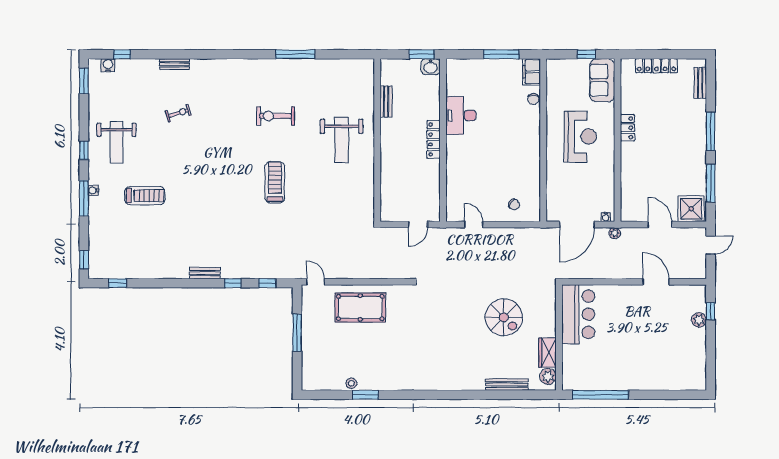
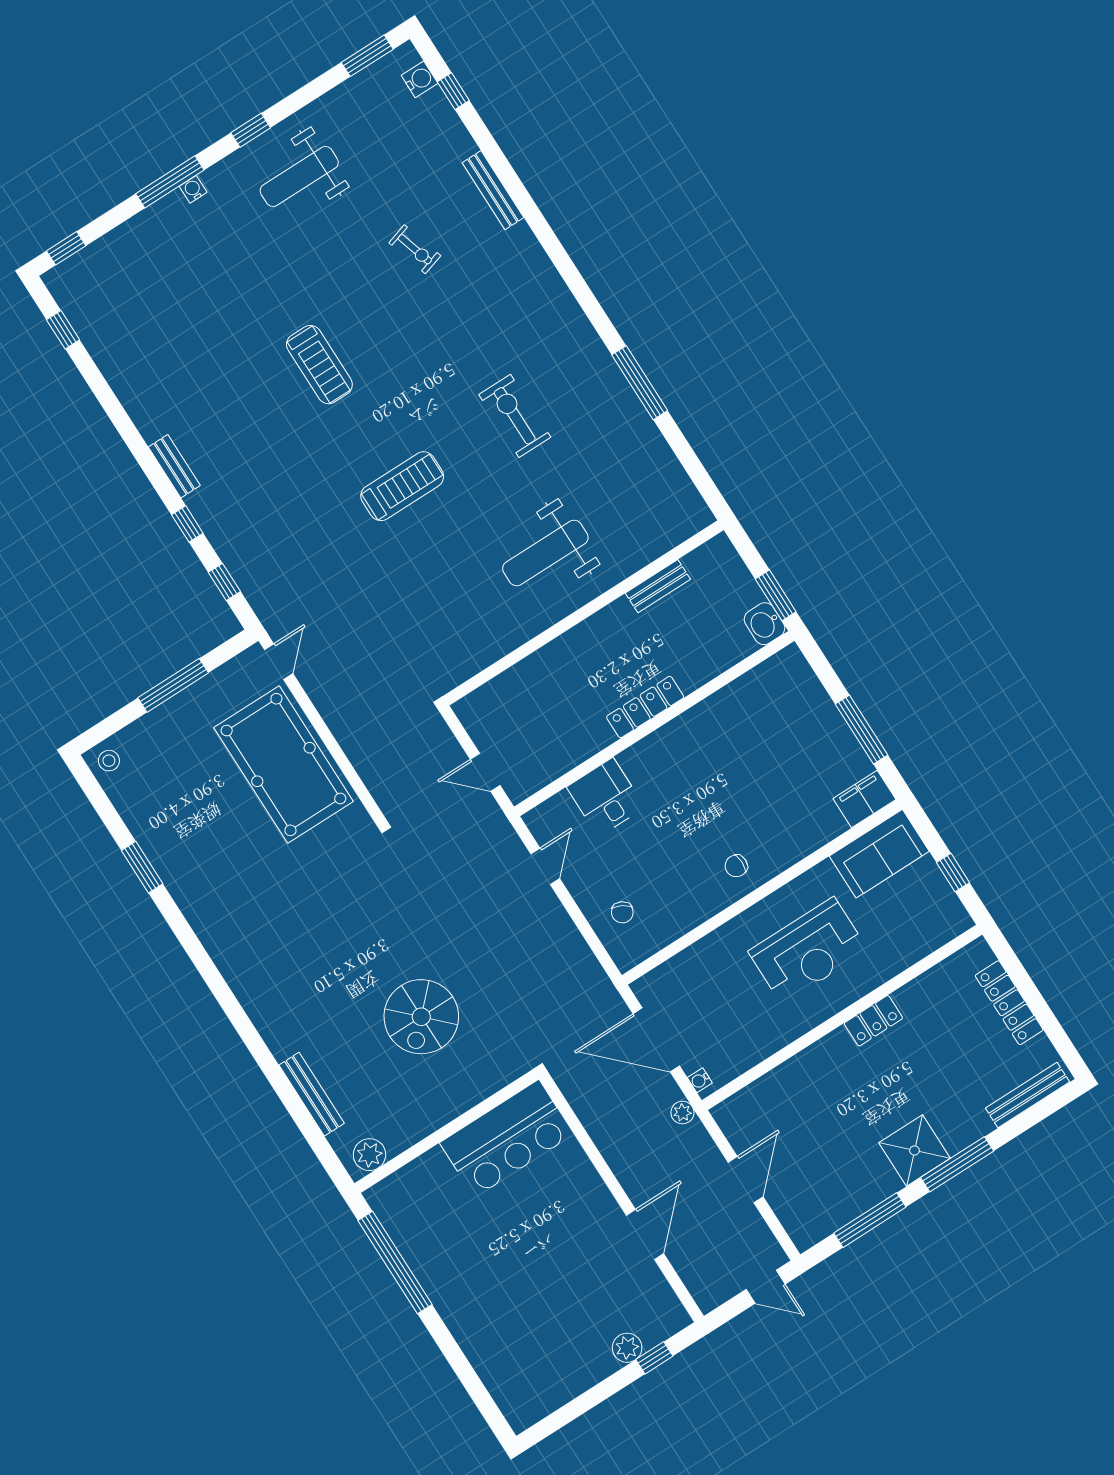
bench: (175, 64) -> (493, 190), width x1.36
sofa: (602, 80) -> (879, 854), moved, turned 180
bench: (700, 83) -> (1027, 1095), width x1.36
chair: (533, 99) -> (736, 866), moved
desk: (461, 116) -> (606, 797), moved, width x0.73
treadmill: (145, 196) -> (319, 365), moved
shower: (691, 209) -> (914, 1150), moved
pool table: (360, 308) -> (283, 765), width x1.36, depth x1.32
wardrobe: (547, 353) -> (409, 1128), removed
stool: (351, 383) -> (109, 761), moved

